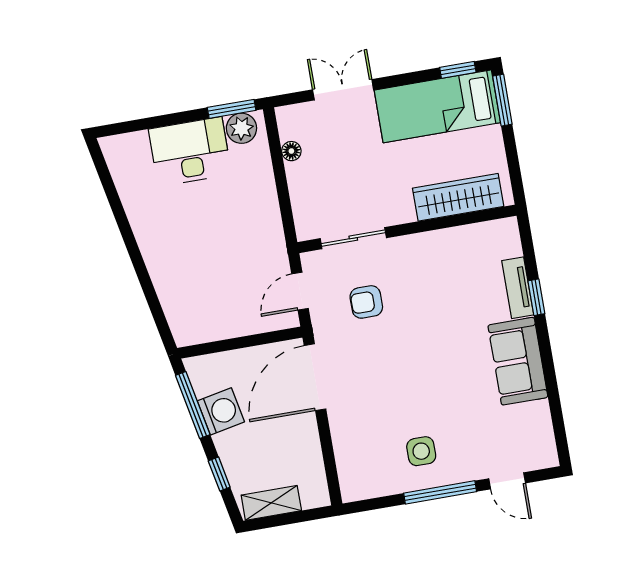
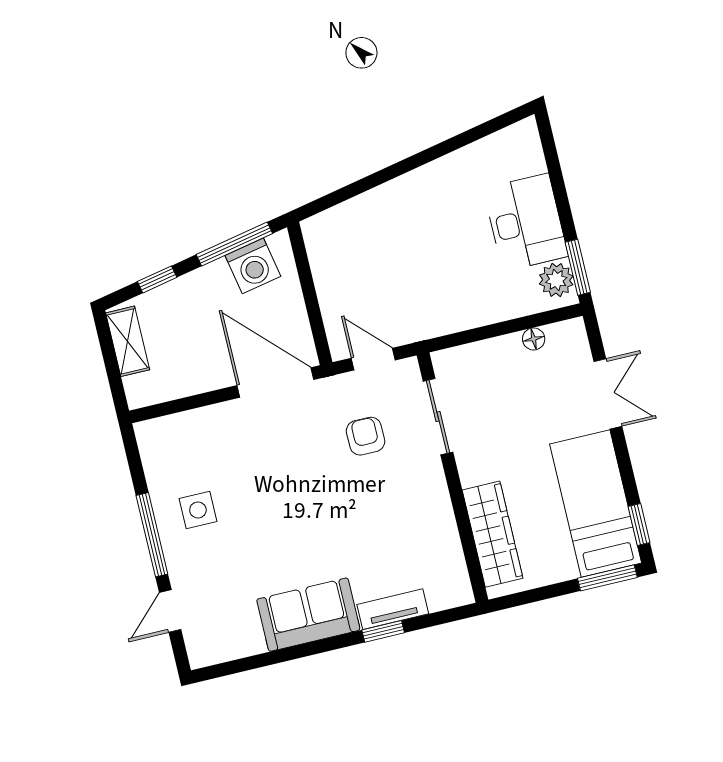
washing machine: (221, 411) -> (253, 266), moved

